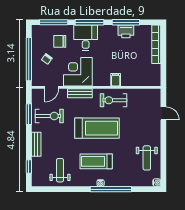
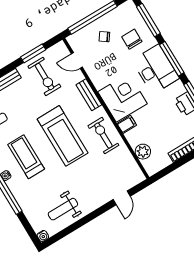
desk: (86, 38) -> (156, 69), width x1.37
corner desk: (78, 72) -> (122, 98), moved
plant: (141, 80) -> (143, 152), added

